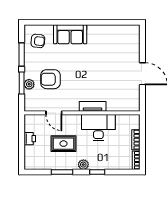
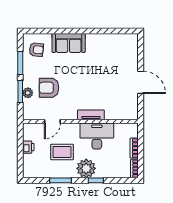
door: (54, 113) -> (52, 121), hinge flipped
plant: (83, 165) -> (86, 168), width x1.87, depth x1.87

